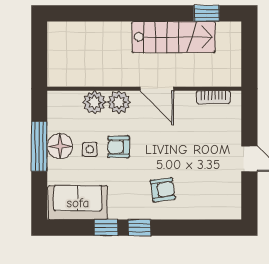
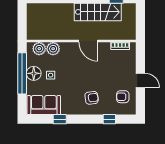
plant: (119, 102) -> (39, 49), moved
window: (39, 146) -> (22, 73), width x1.46
armchair: (119, 147) -> (123, 97), moved
window: (139, 228) -> (109, 119), moved

